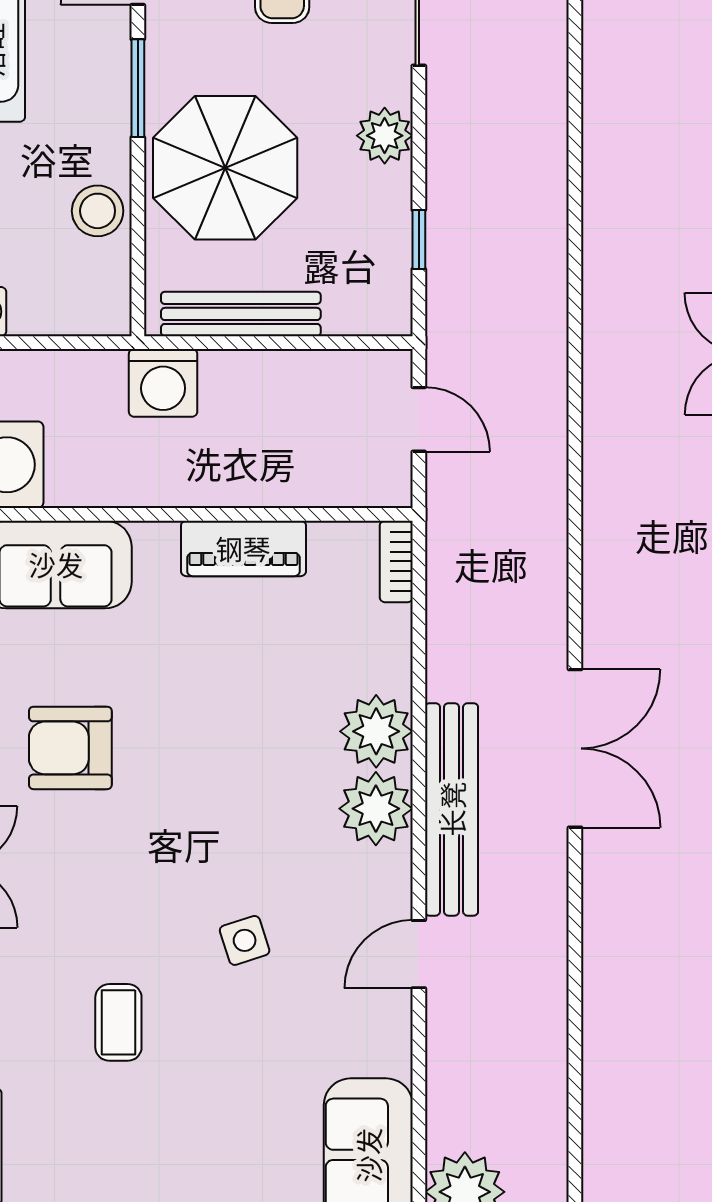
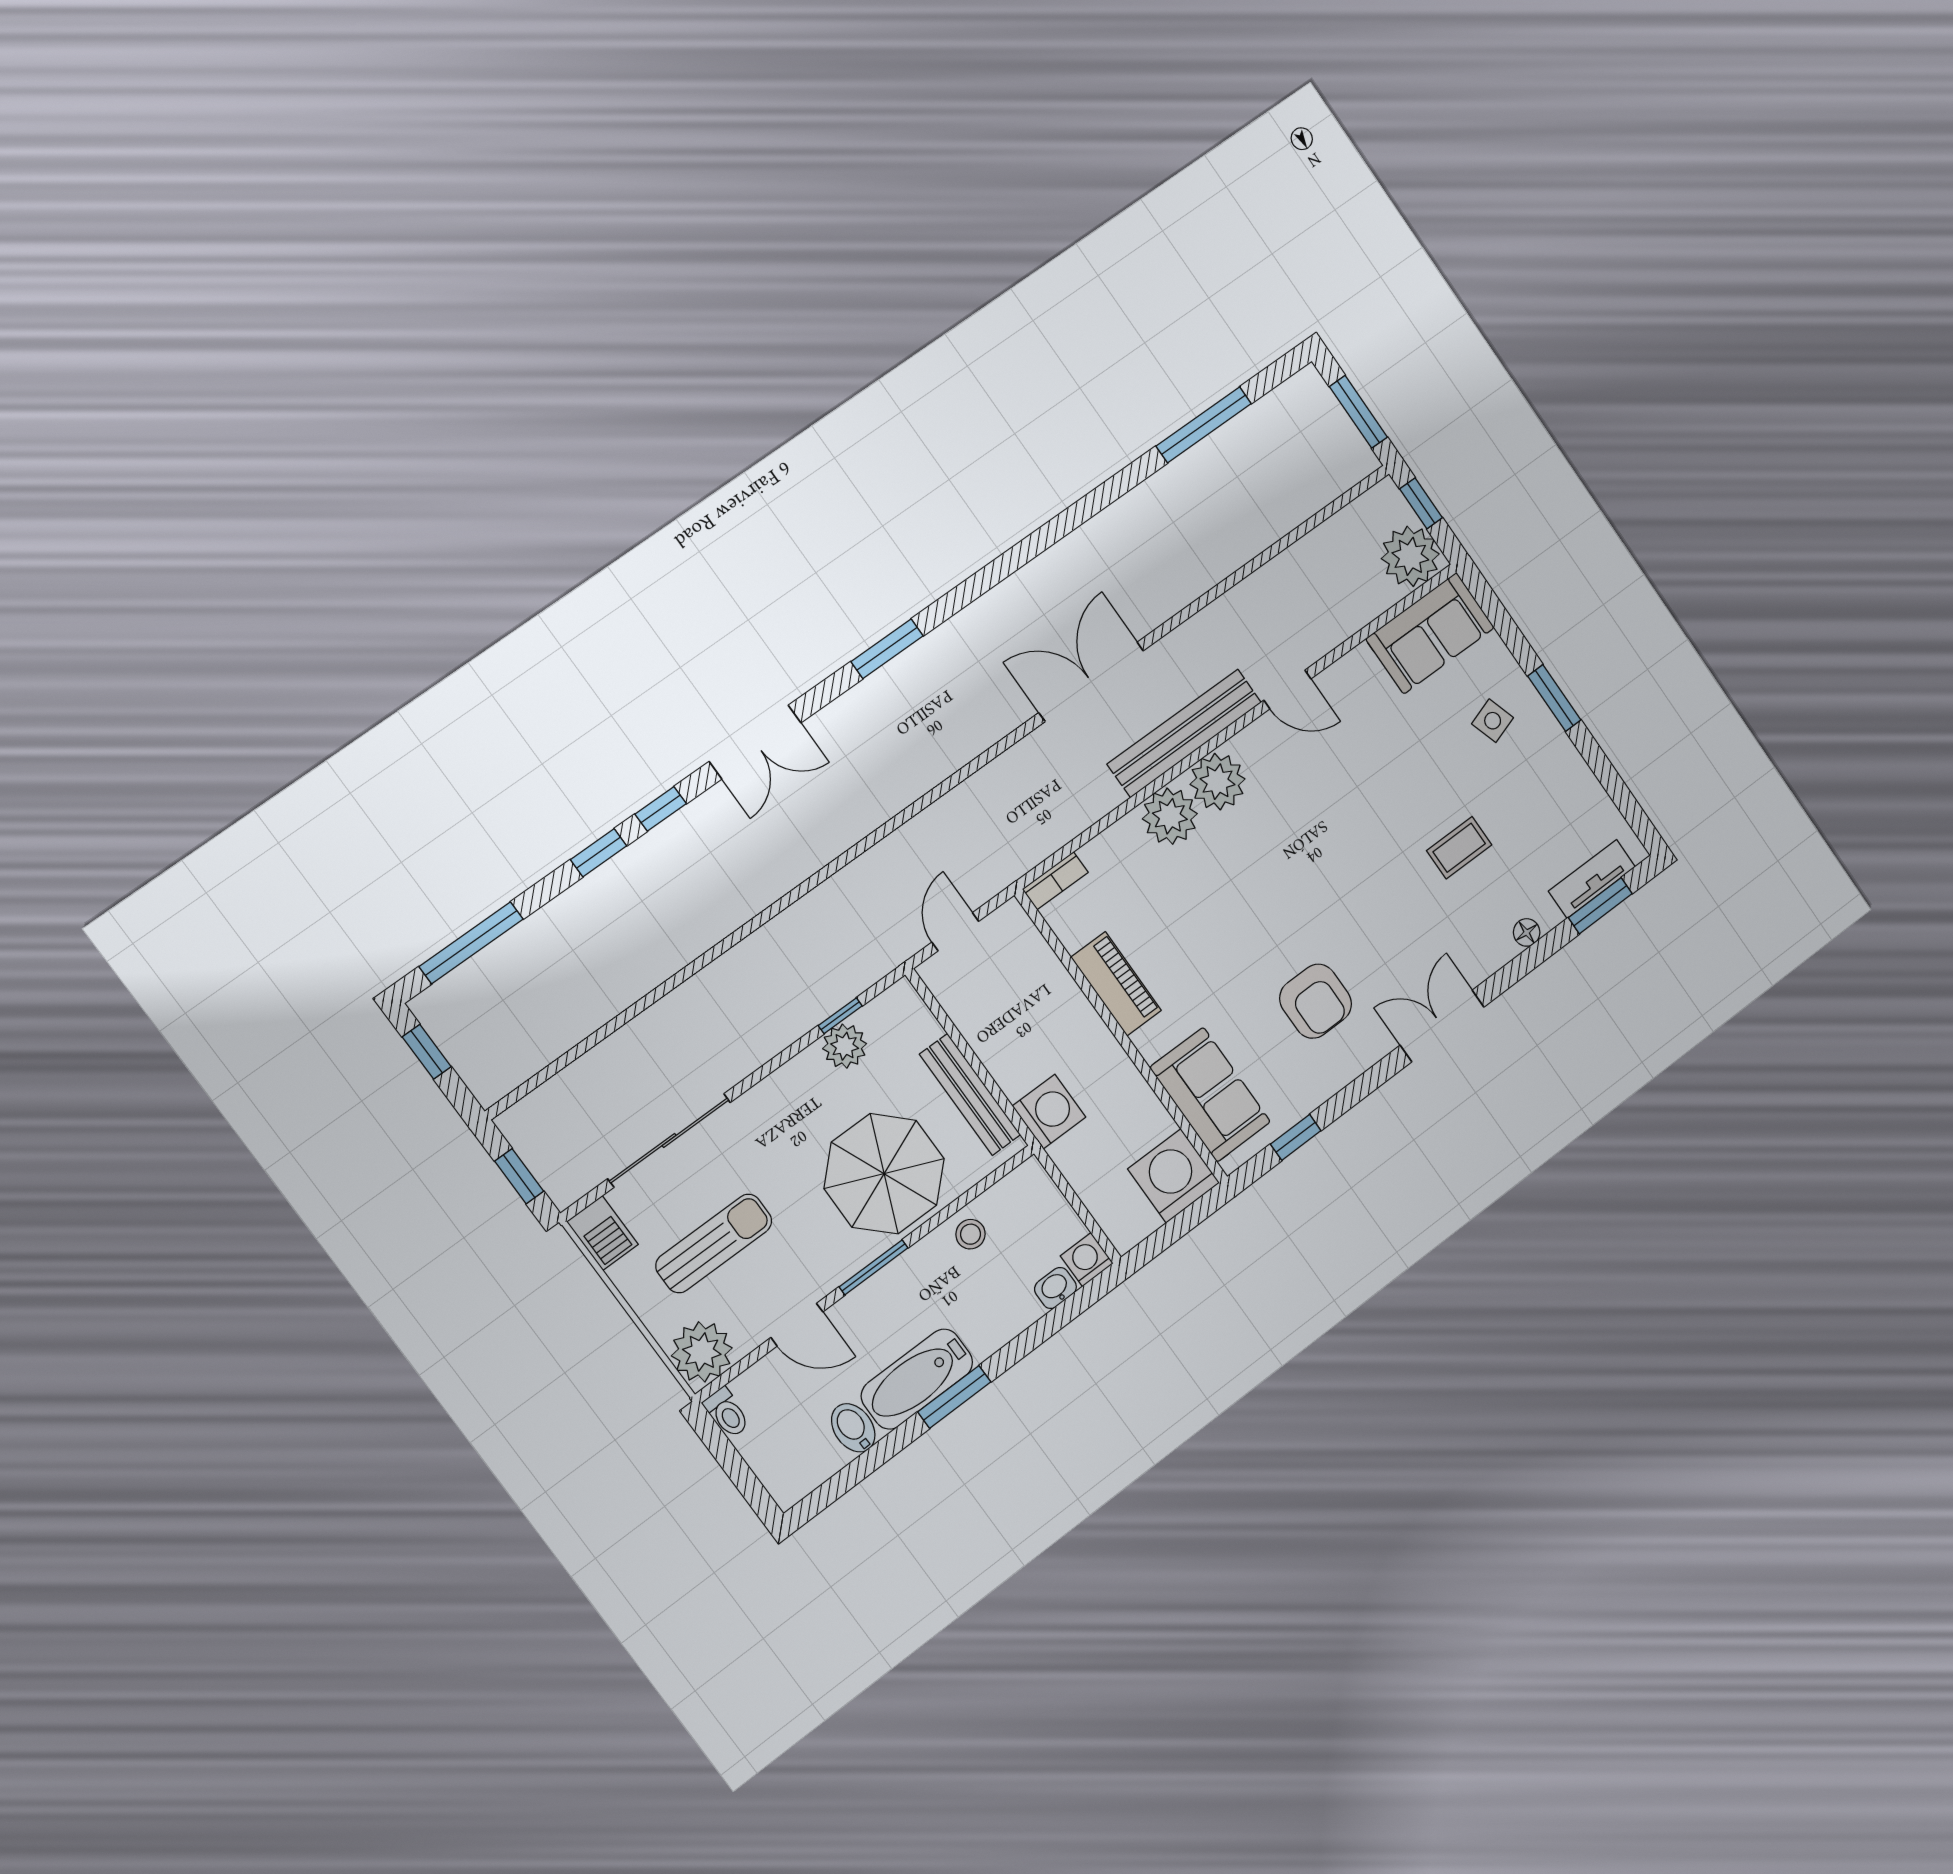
plant: (385, 136) -> (845, 1046), moved
stool: (98, 211) -> (970, 1234), width x0.73, depth x0.73
side table: (245, 940) -> (1493, 721), moved

